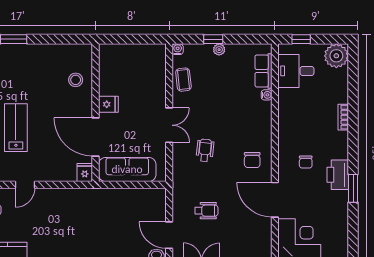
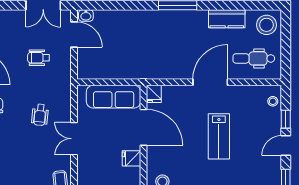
door: (25, 185) -> (210, 82), width x1.87

